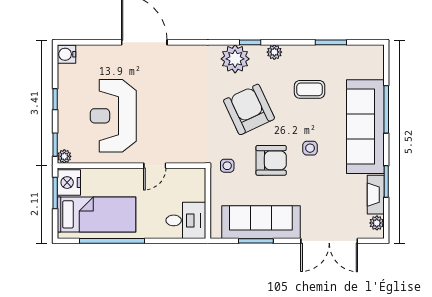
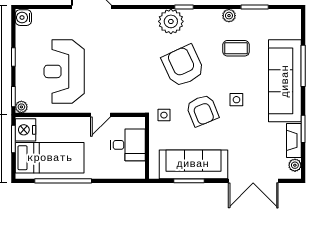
plant: (274, 52) -> (229, 16), moved
armchair: (271, 160) -> (202, 110), turned 68
desk: (186, 220) -> (128, 145), moved

